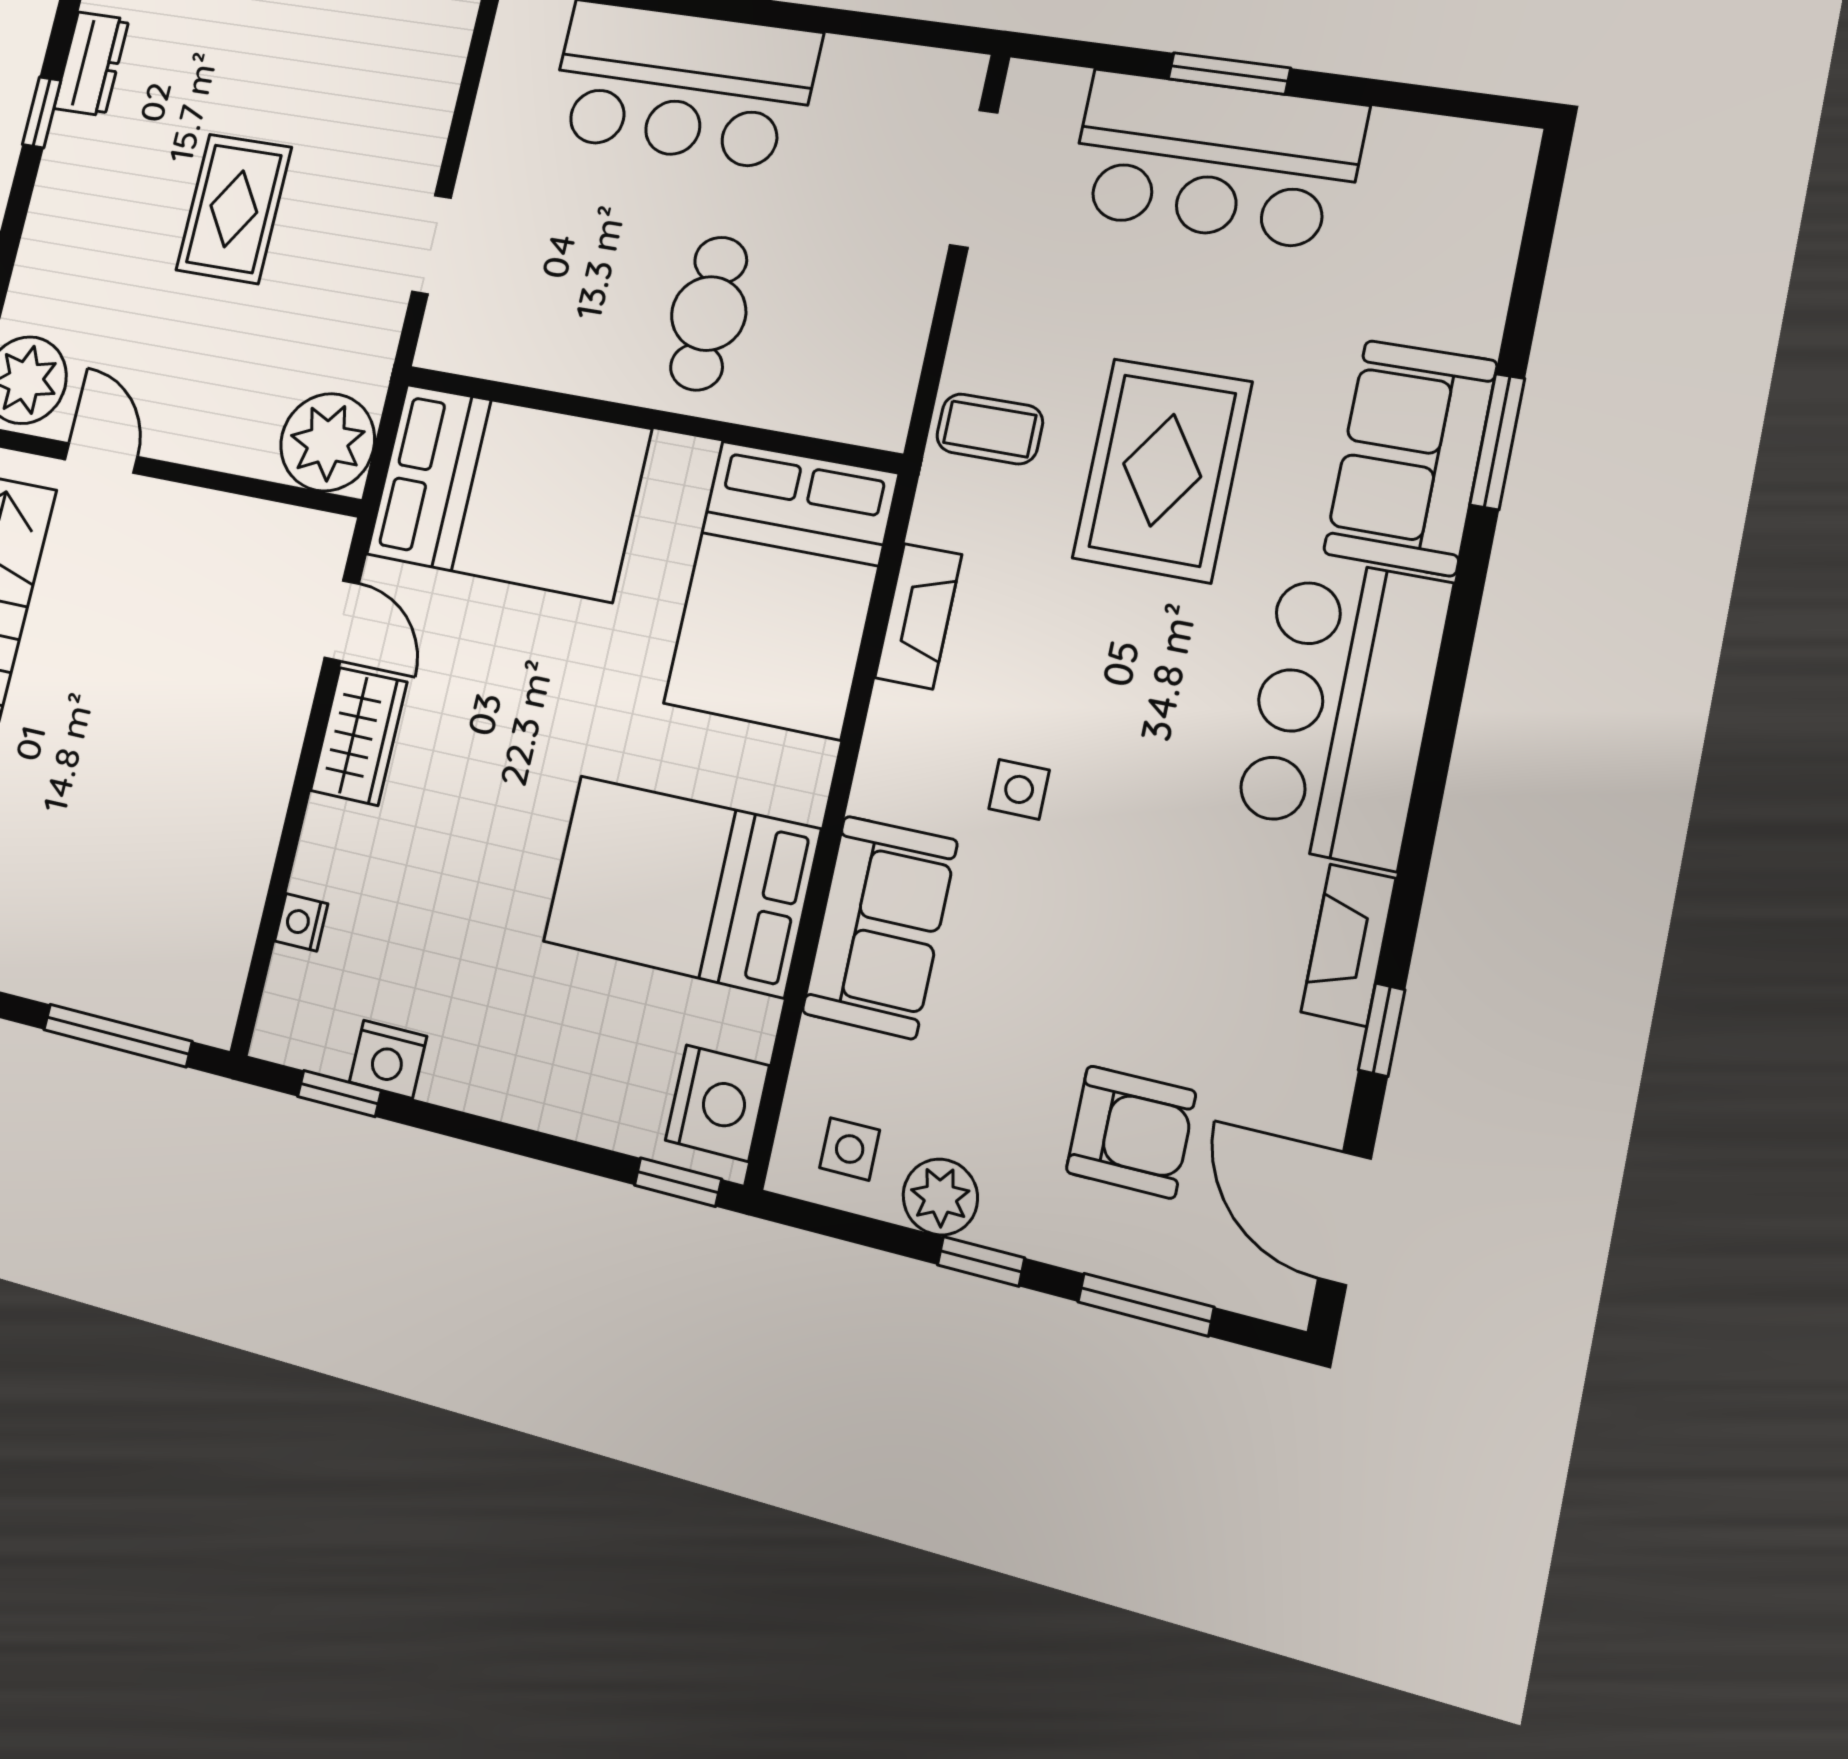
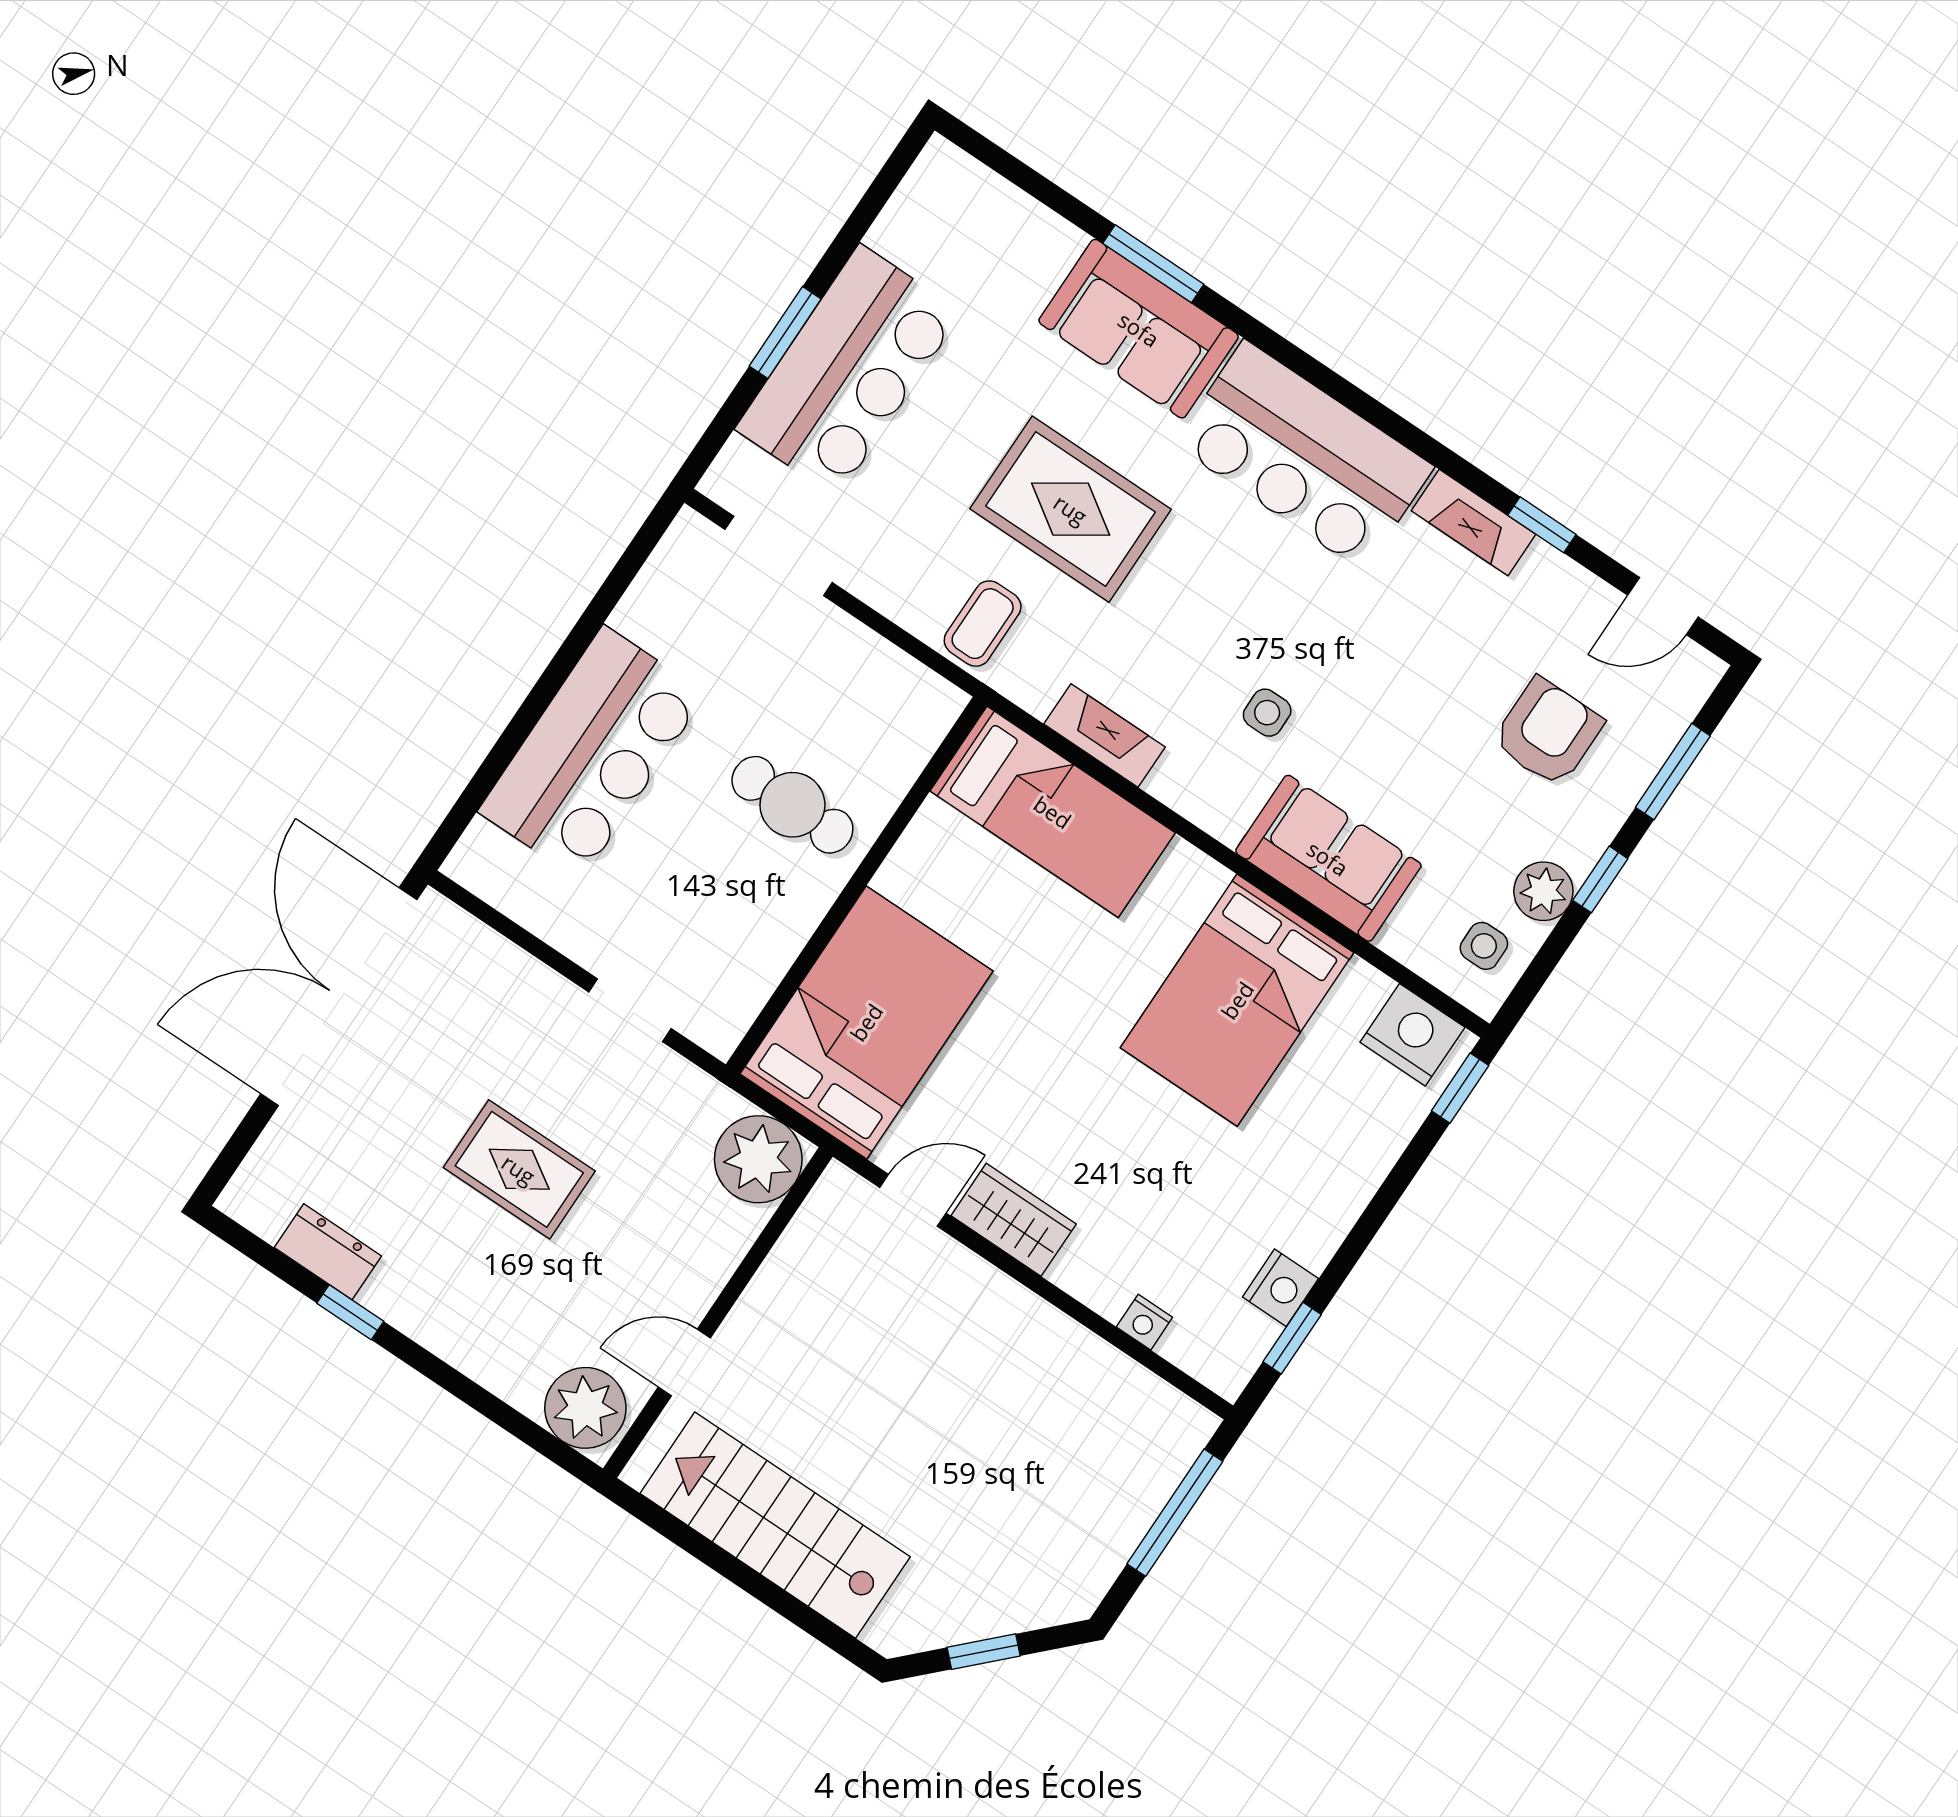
bed: (781, 589) -> (1053, 812), width x0.67
door: (1345, 1218) -> (1663, 606), width x0.73

